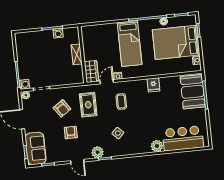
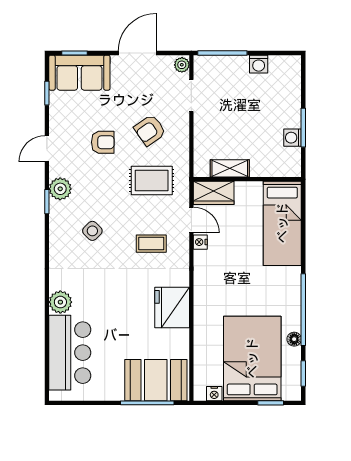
bed: (130, 43) -> (282, 223), moved, turned -90
shelving: (77, 54) -> (230, 168), moved
washing machine: (24, 84) -> (259, 64), moved
fridge: (153, 85) -> (172, 307), width x1.88, depth x1.34

